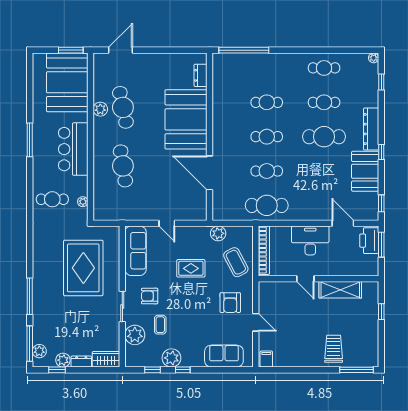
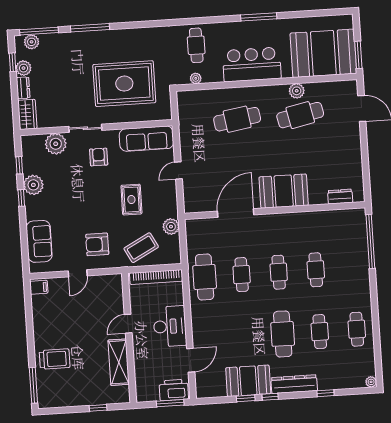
window: (381, 82) -> (326, 393), moved
booth: (186, 119) -> (284, 191), width x0.73, depth x0.70
window: (381, 203) -> (246, 398), moved
coffee table: (160, 325) -> (68, 170), removed

